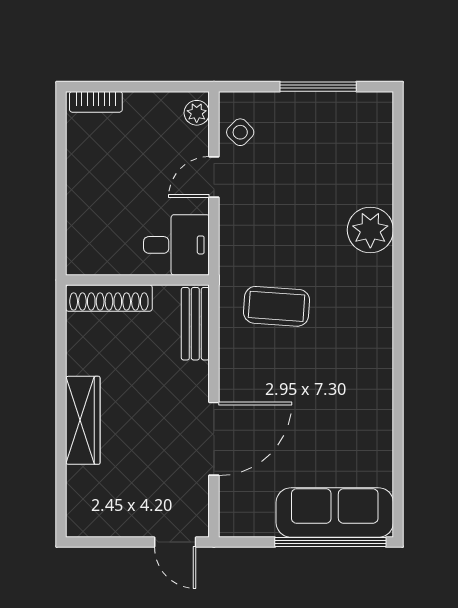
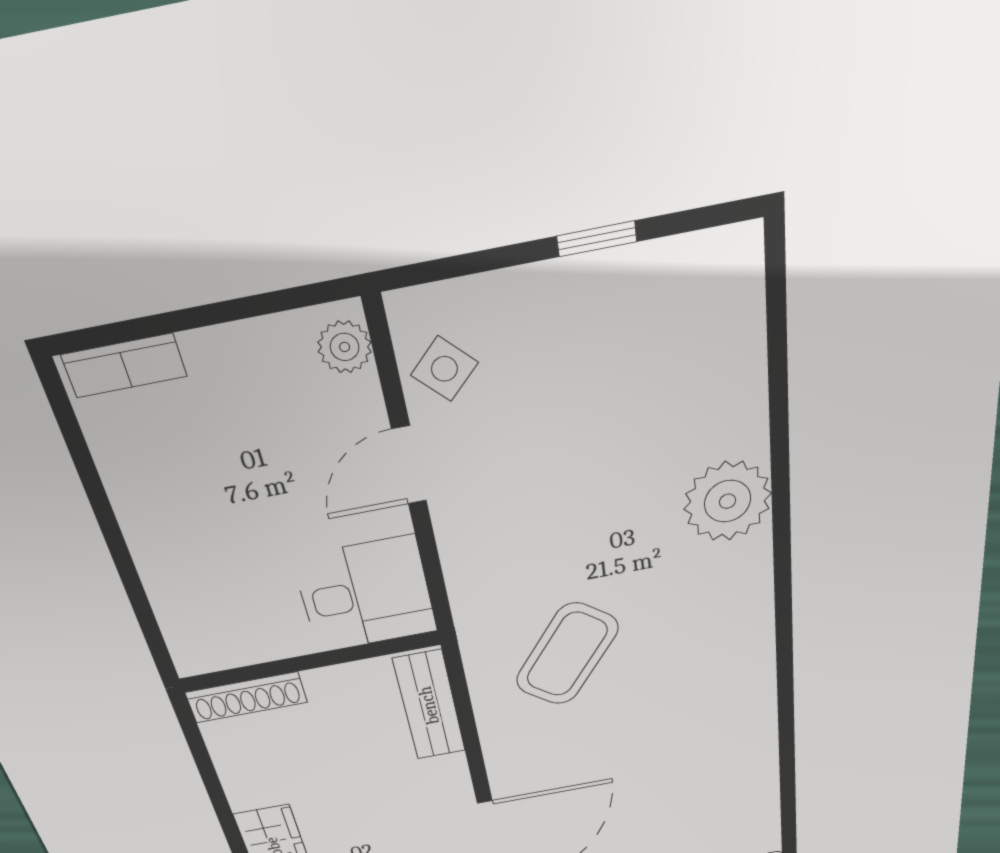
window: (318, 87) -> (597, 239), width x0.46
shoe rack: (109, 298) -> (247, 697), width x0.74, depth x0.81
coffee table: (277, 306) -> (567, 654), turned -57

